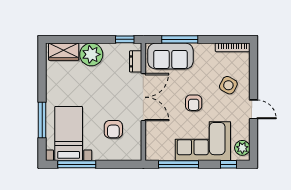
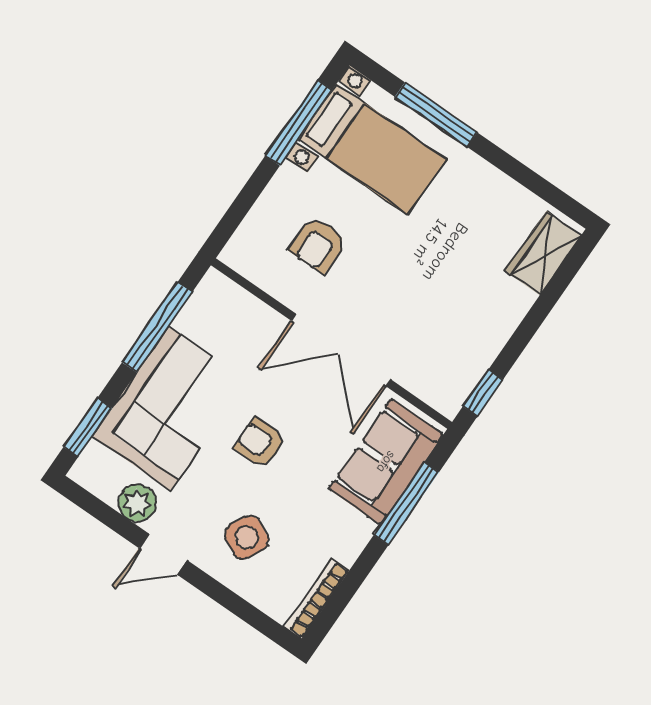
plant: (91, 54) -> (499, 305), removed
dresser: (136, 61) -> (424, 384), removed
armchair: (113, 129) -> (318, 245), turned -90
plant: (242, 148) -> (137, 503), moved
window: (228, 164) -> (88, 428), width x1.50

